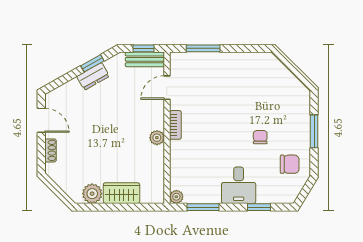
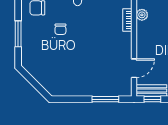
bookcase: (175, 125) -> (127, 20), moved
plant: (157, 138) -> (142, 15), moved

